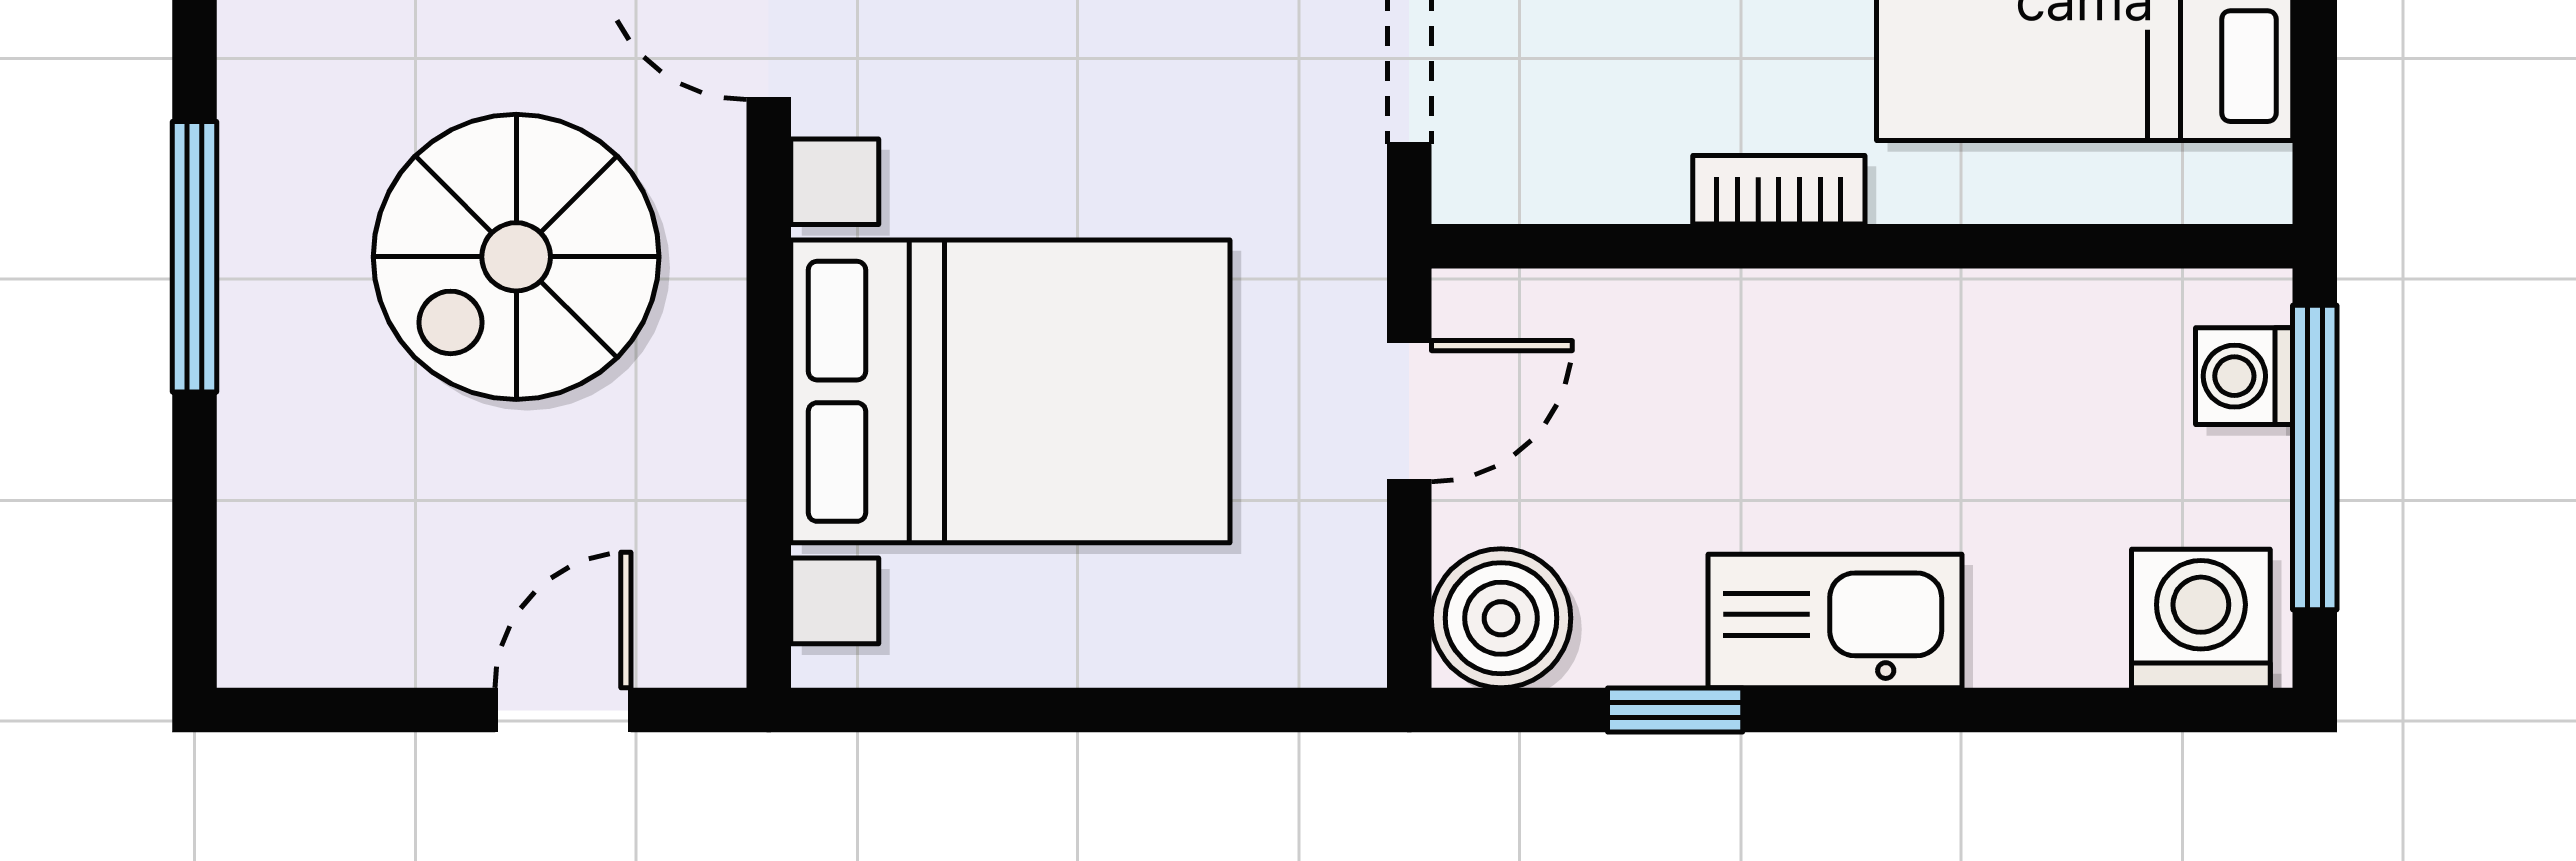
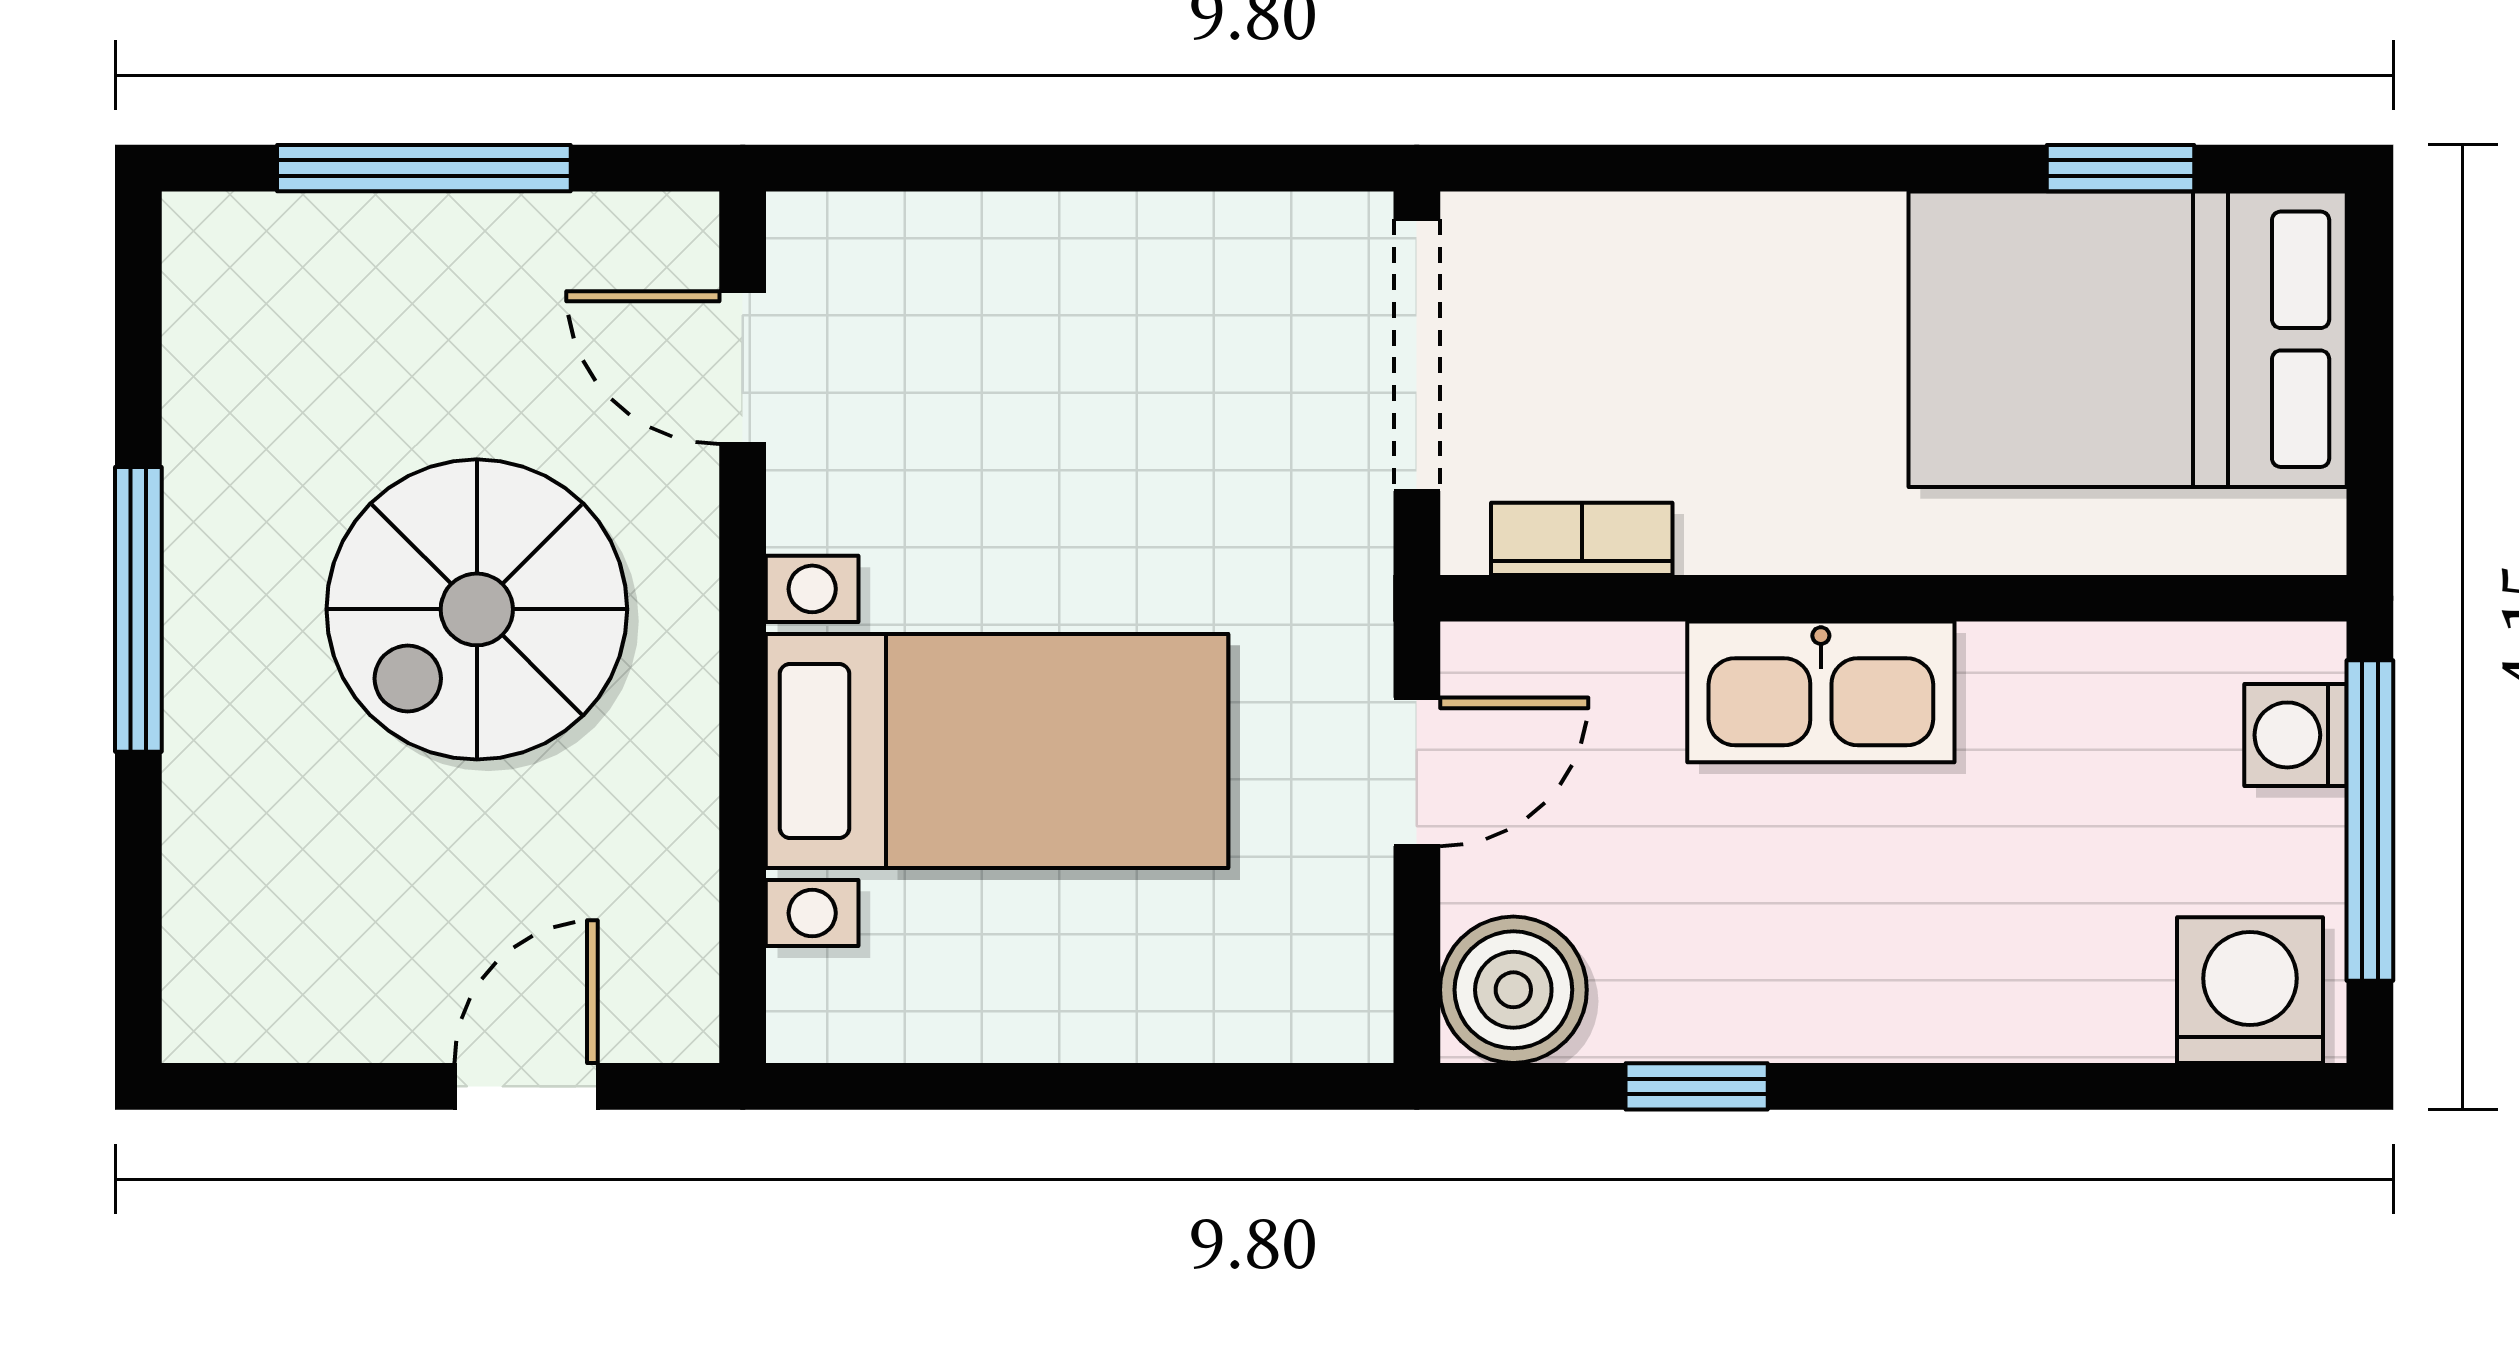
bookcase: (1779, 190) -> (1582, 539), moved
bed with nightstands: (1010, 391) -> (997, 751), width x0.73
kitchen sink: (1835, 621) -> (1821, 692), moved, turned 180

